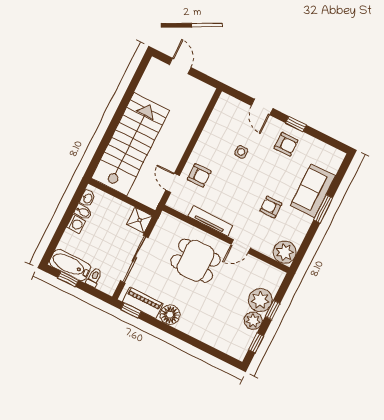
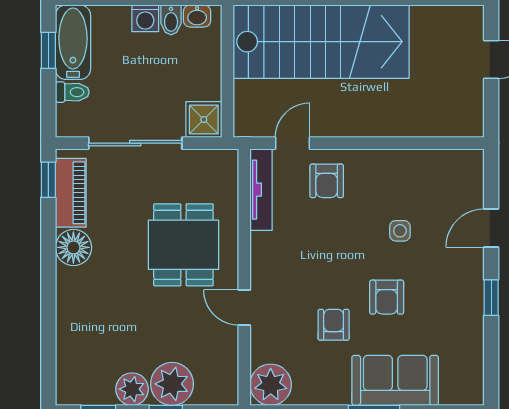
armchair: (286, 144) -> (387, 297), moved
tv unit: (210, 221) -> (261, 190), moved

